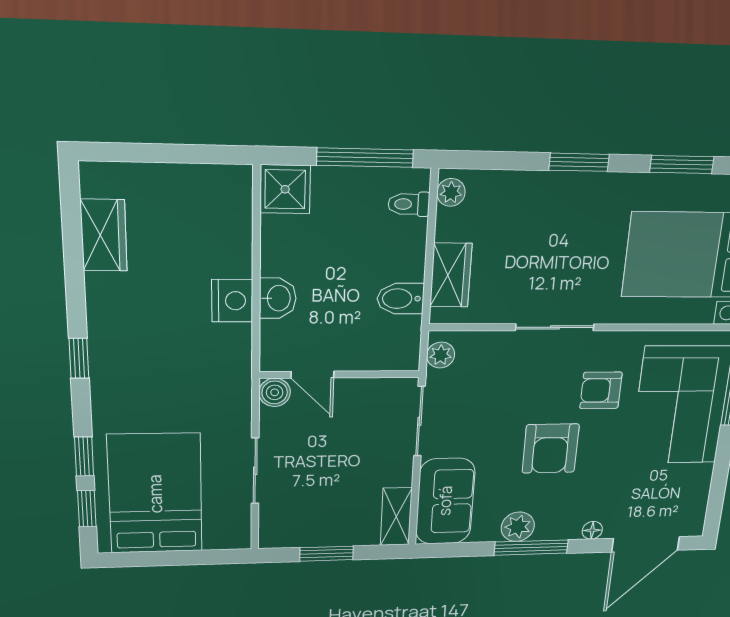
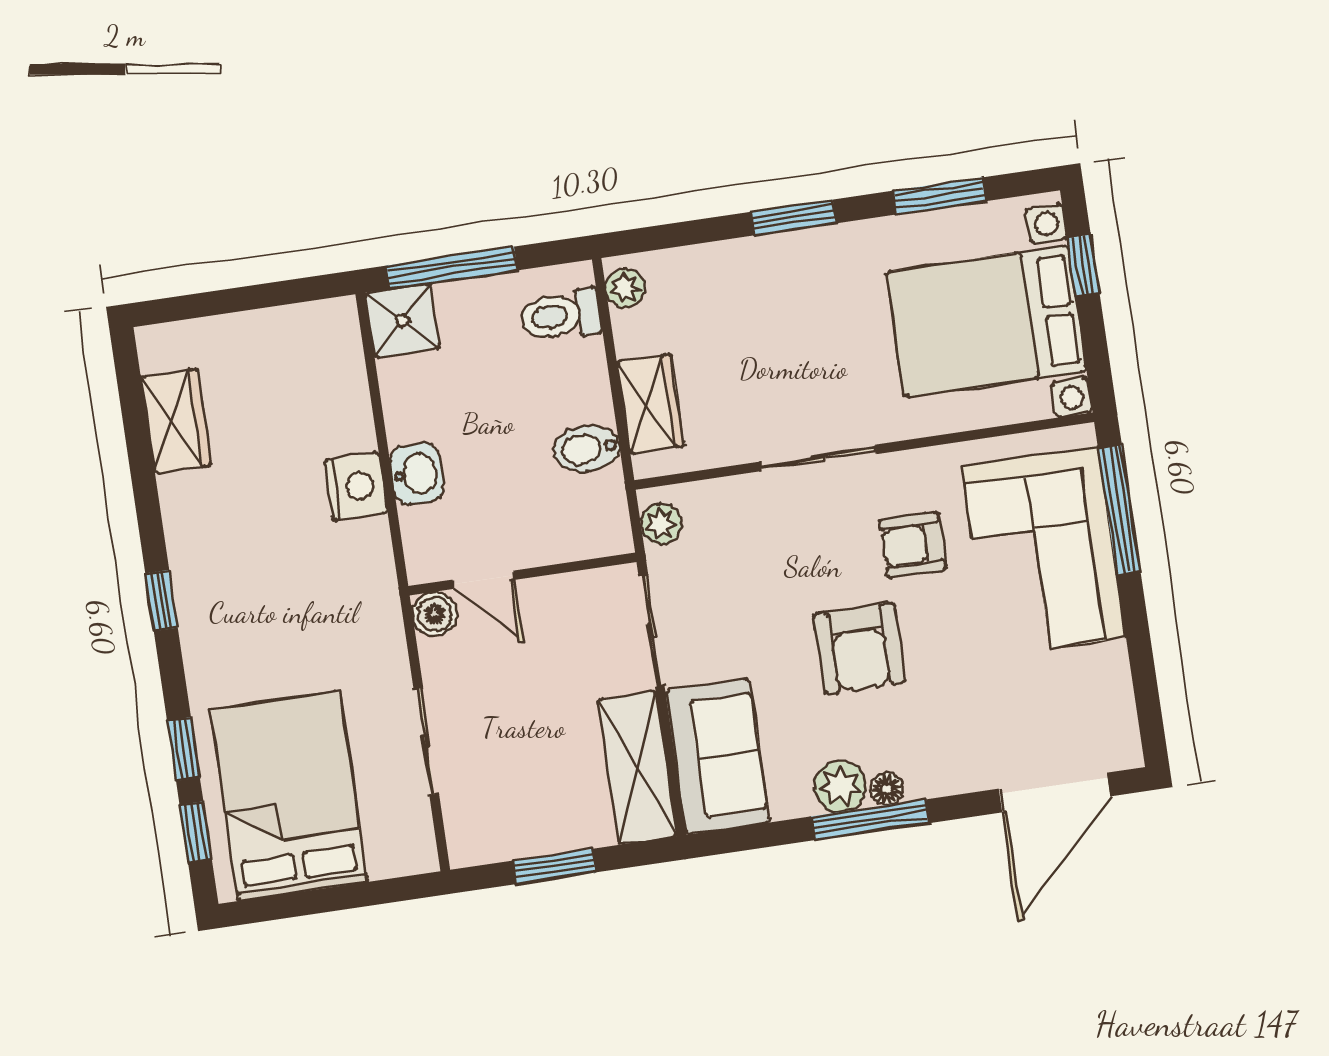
window: (365, 158) -> (452, 268), moved
toilet: (409, 204) -> (561, 315), width x1.37, depth x1.39
shelving: (396, 517) -> (637, 768), width x1.50, depth x1.33
floor lamp: (592, 530) -> (887, 789), moved

